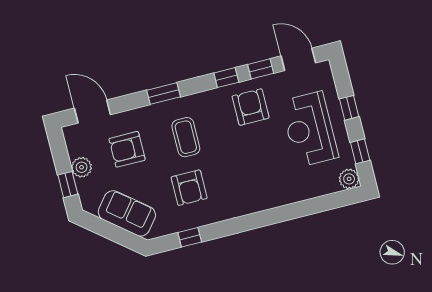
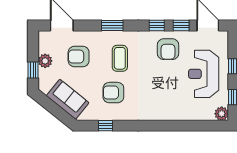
armchair: (251, 107) -> (168, 49), turned 180
armchair: (189, 188) -> (113, 93), turned 90

